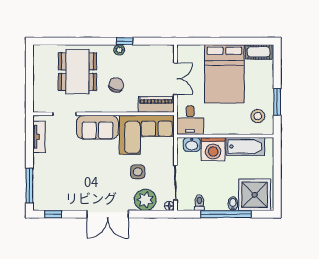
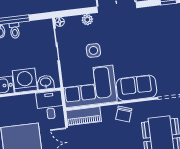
chair: (116, 85) -> (124, 114), moved
plant: (145, 200) -> (87, 20), width x0.53, depth x0.53
toilet: (199, 203) -> (15, 31), moved

